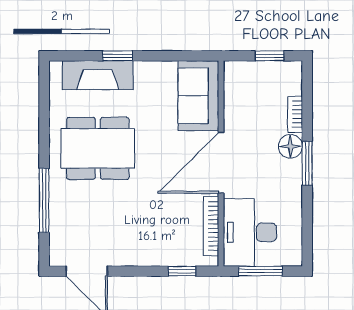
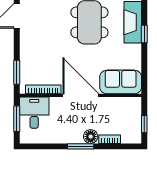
desk: (250, 232) -> (34, 113), width x0.73
window: (182, 271) -> (17, 72), width x1.50

